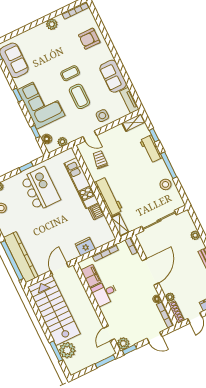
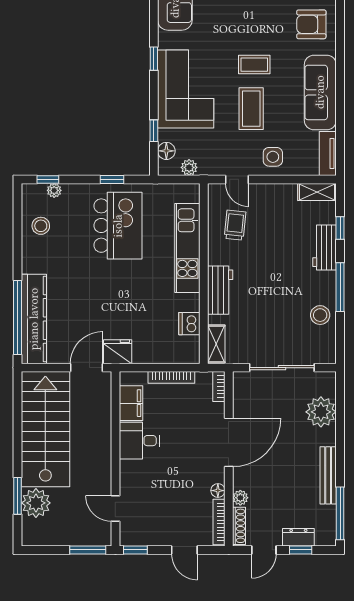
sofa: (113, 76) -> (320, 92), width x1.36
workbench: (108, 196) -> (220, 290), width x0.73
dishwasher: (97, 212) -> (189, 324), moved
plant: (195, 235) -> (321, 412), width x1.87, depth x1.87
fridge: (85, 246) -> (118, 352), moved
door: (109, 333) -> (115, 509), hinge flipped
plant: (123, 343) -> (130, 535), removed

